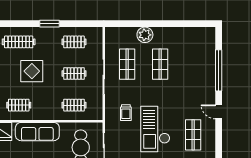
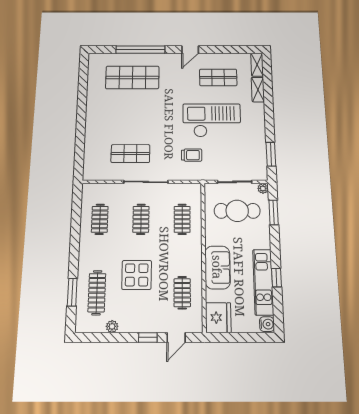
window: (49, 24) -> (72, 292), moved
plant: (145, 35) -> (94, 132), removed
shop shelf: (160, 64) -> (132, 77), moved, width x1.43, depth x1.36
checkout: (155, 129) -> (212, 120), turned 180
sofa: (37, 132) -> (217, 267), width x0.73

